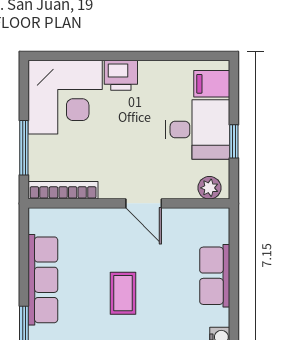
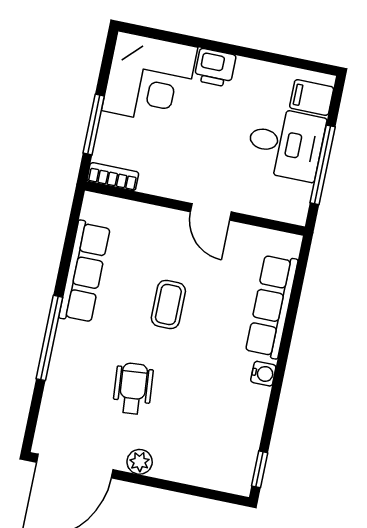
window: (234, 141) -> (323, 165), width x2.17
plant: (209, 188) -> (286, 210), removed
bookcase: (63, 190) -> (113, 177), width x0.64
row of seats: (215, 276) -> (272, 306), width x1.48

